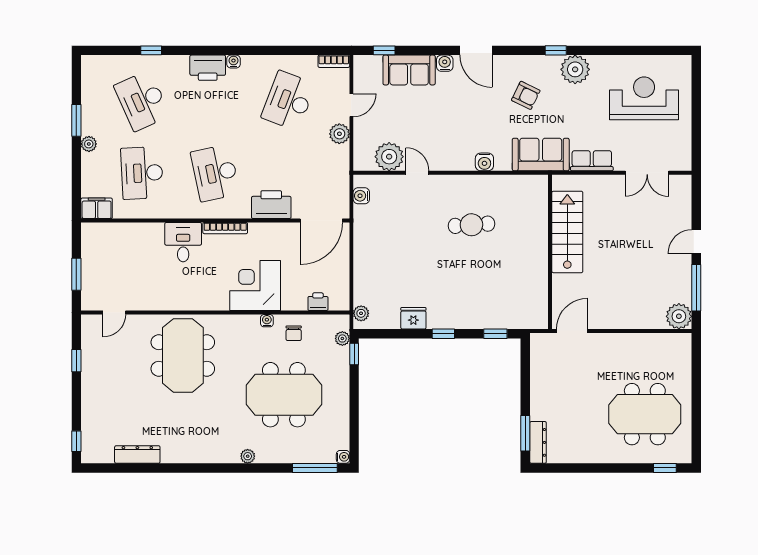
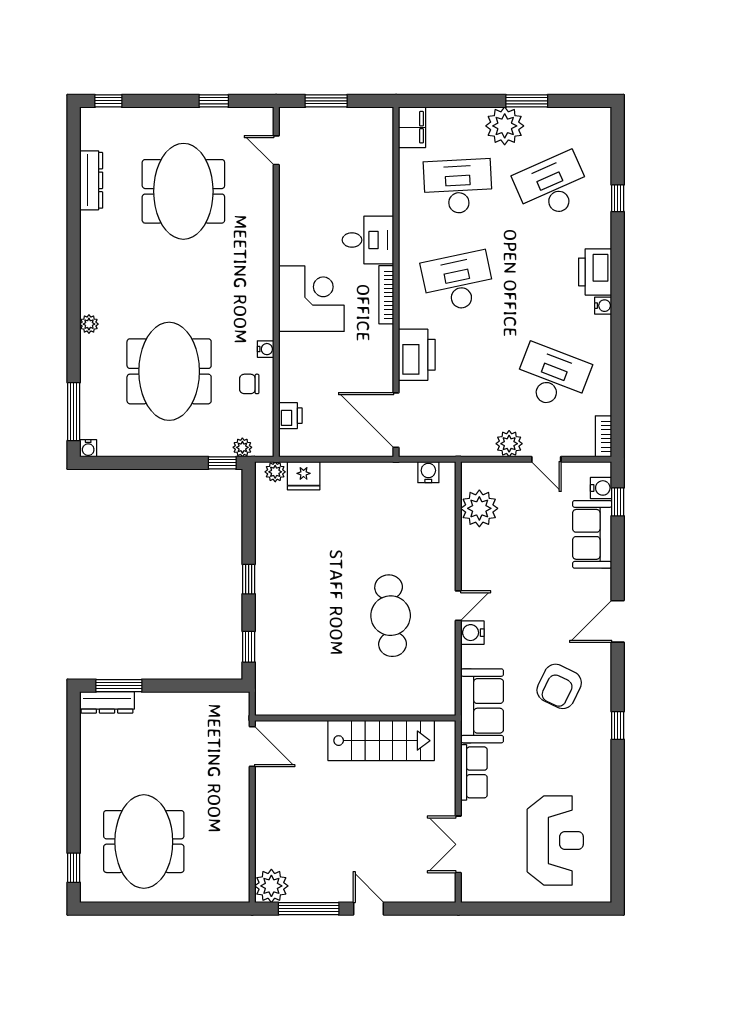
water cooler: (445, 63) -> (601, 488), moved
plant: (575, 69) -> (593, 751), removed
armchair: (526, 95) -> (559, 686), width x1.38, depth x1.38
plant: (89, 144) -> (505, 126), width x1.88, depth x1.88
door: (417, 173) -> (458, 606), moved
cafe table: (471, 225) -> (391, 616), width x1.37, depth x1.35
corner desk: (255, 285) -> (311, 299), moved
fridge: (413, 318) -> (304, 476), moved, turned 90
meeting table: (183, 355) -> (183, 191), moved, turned 90

